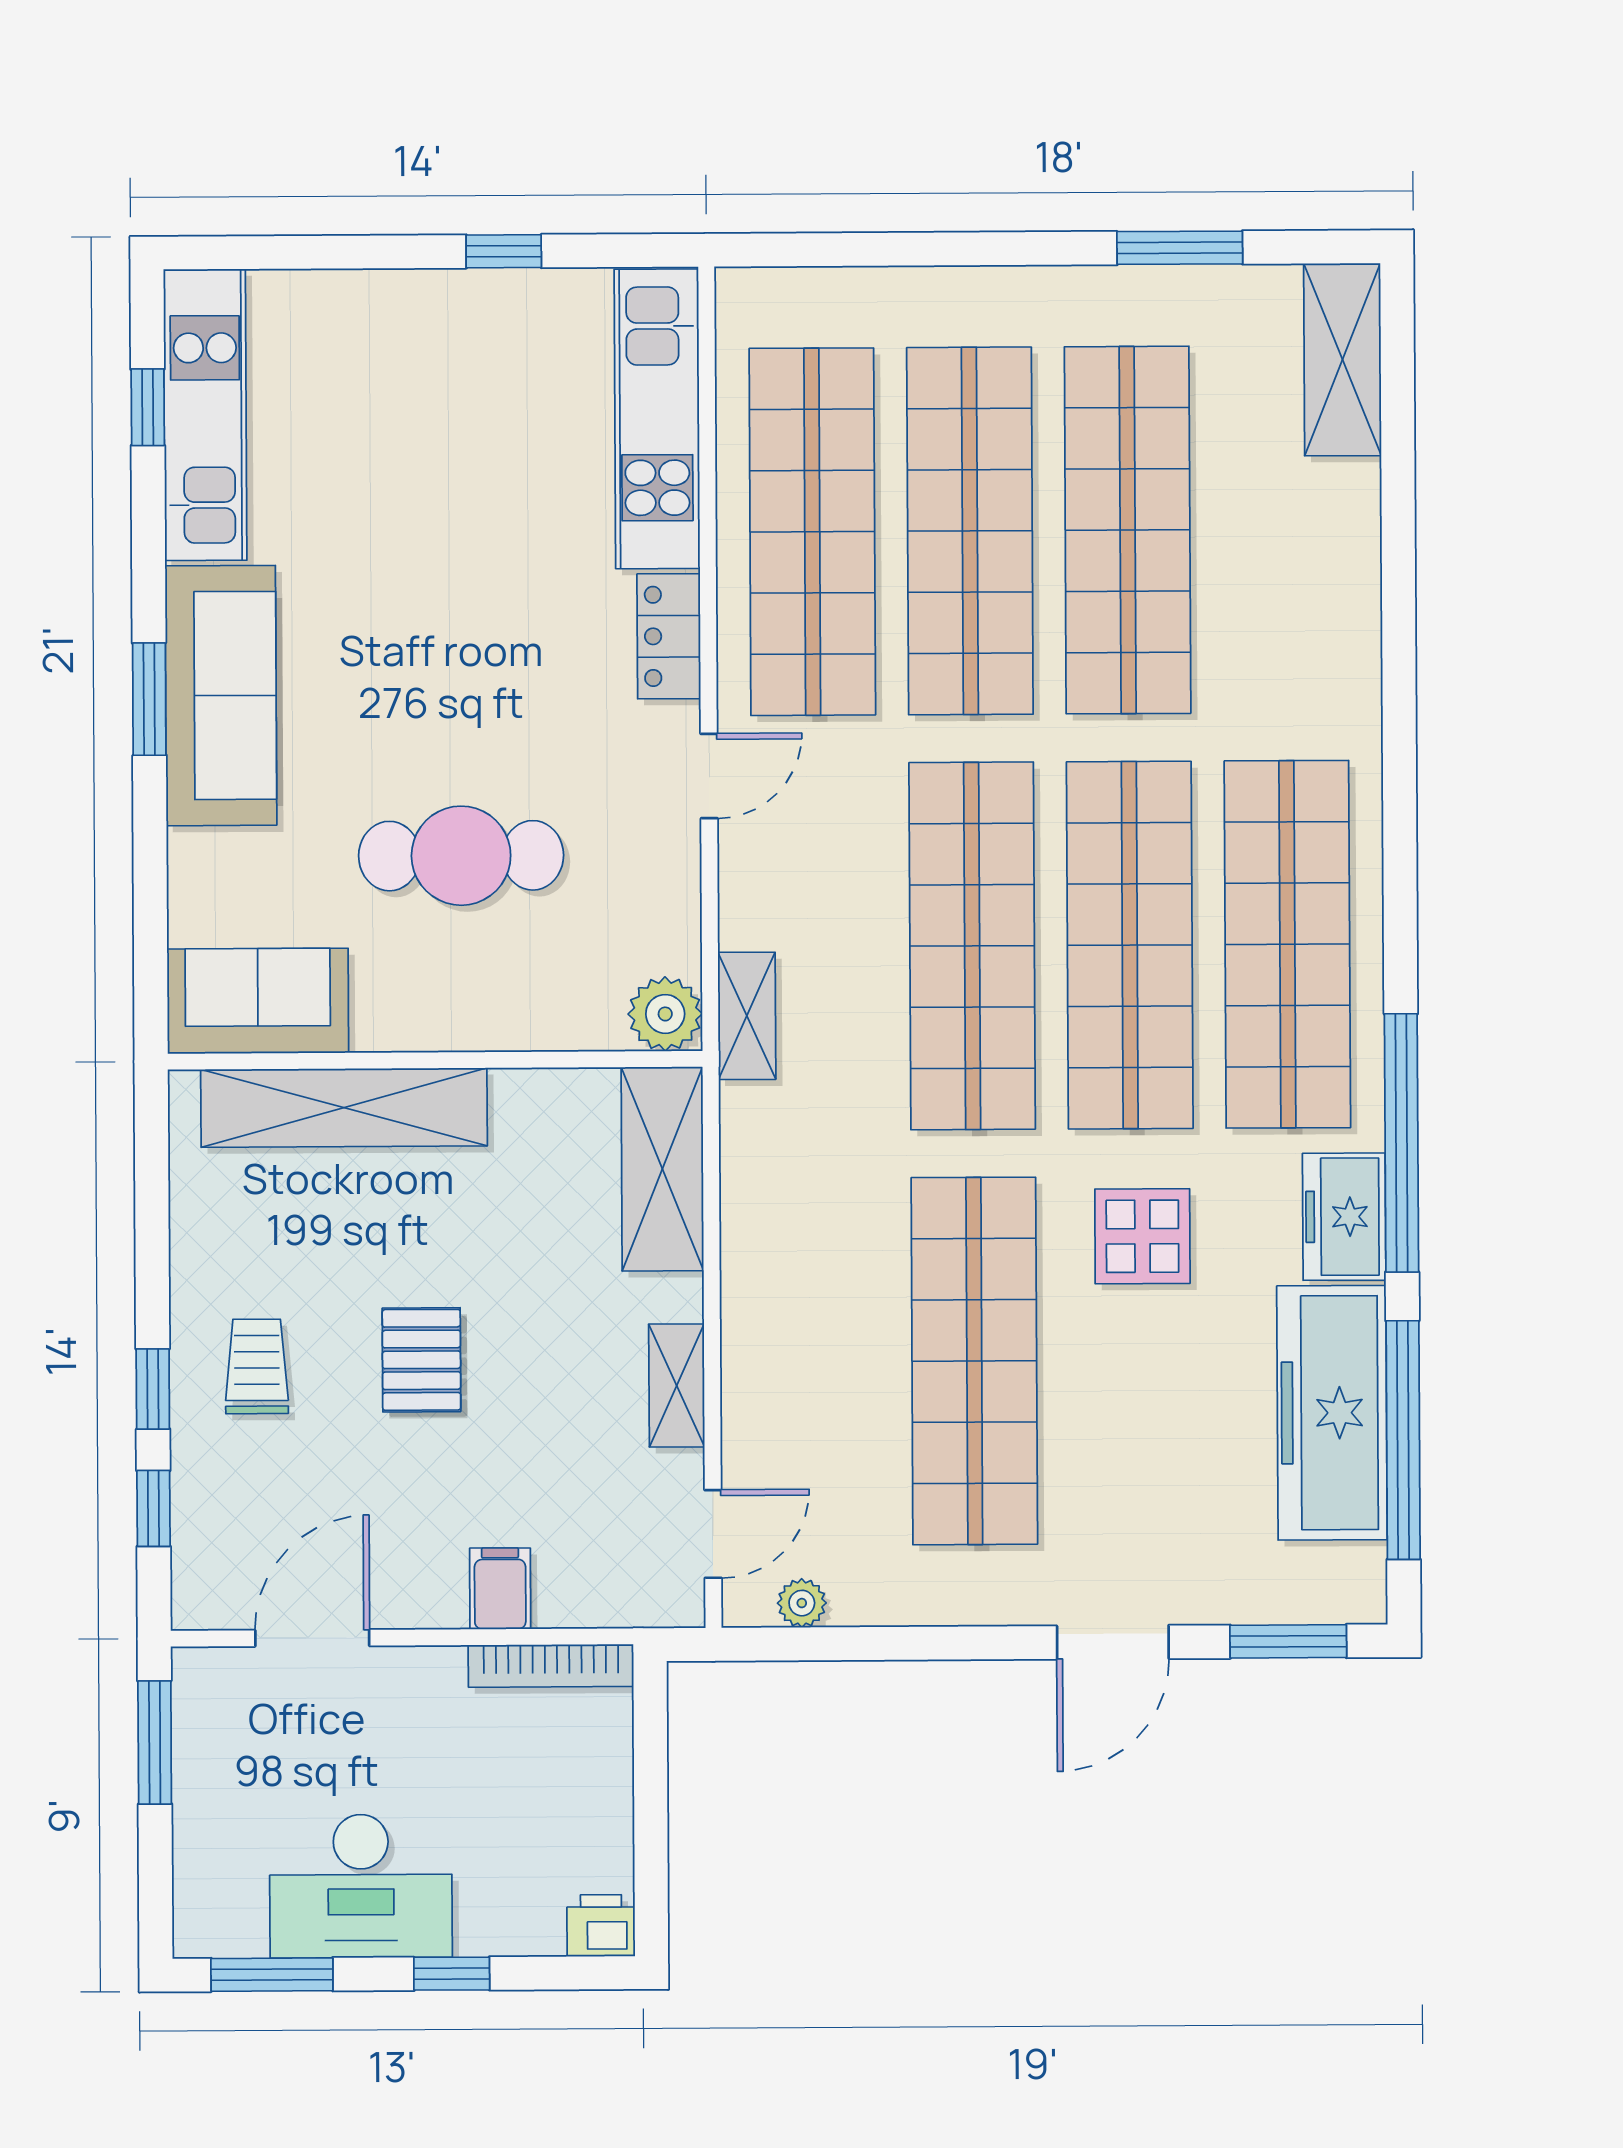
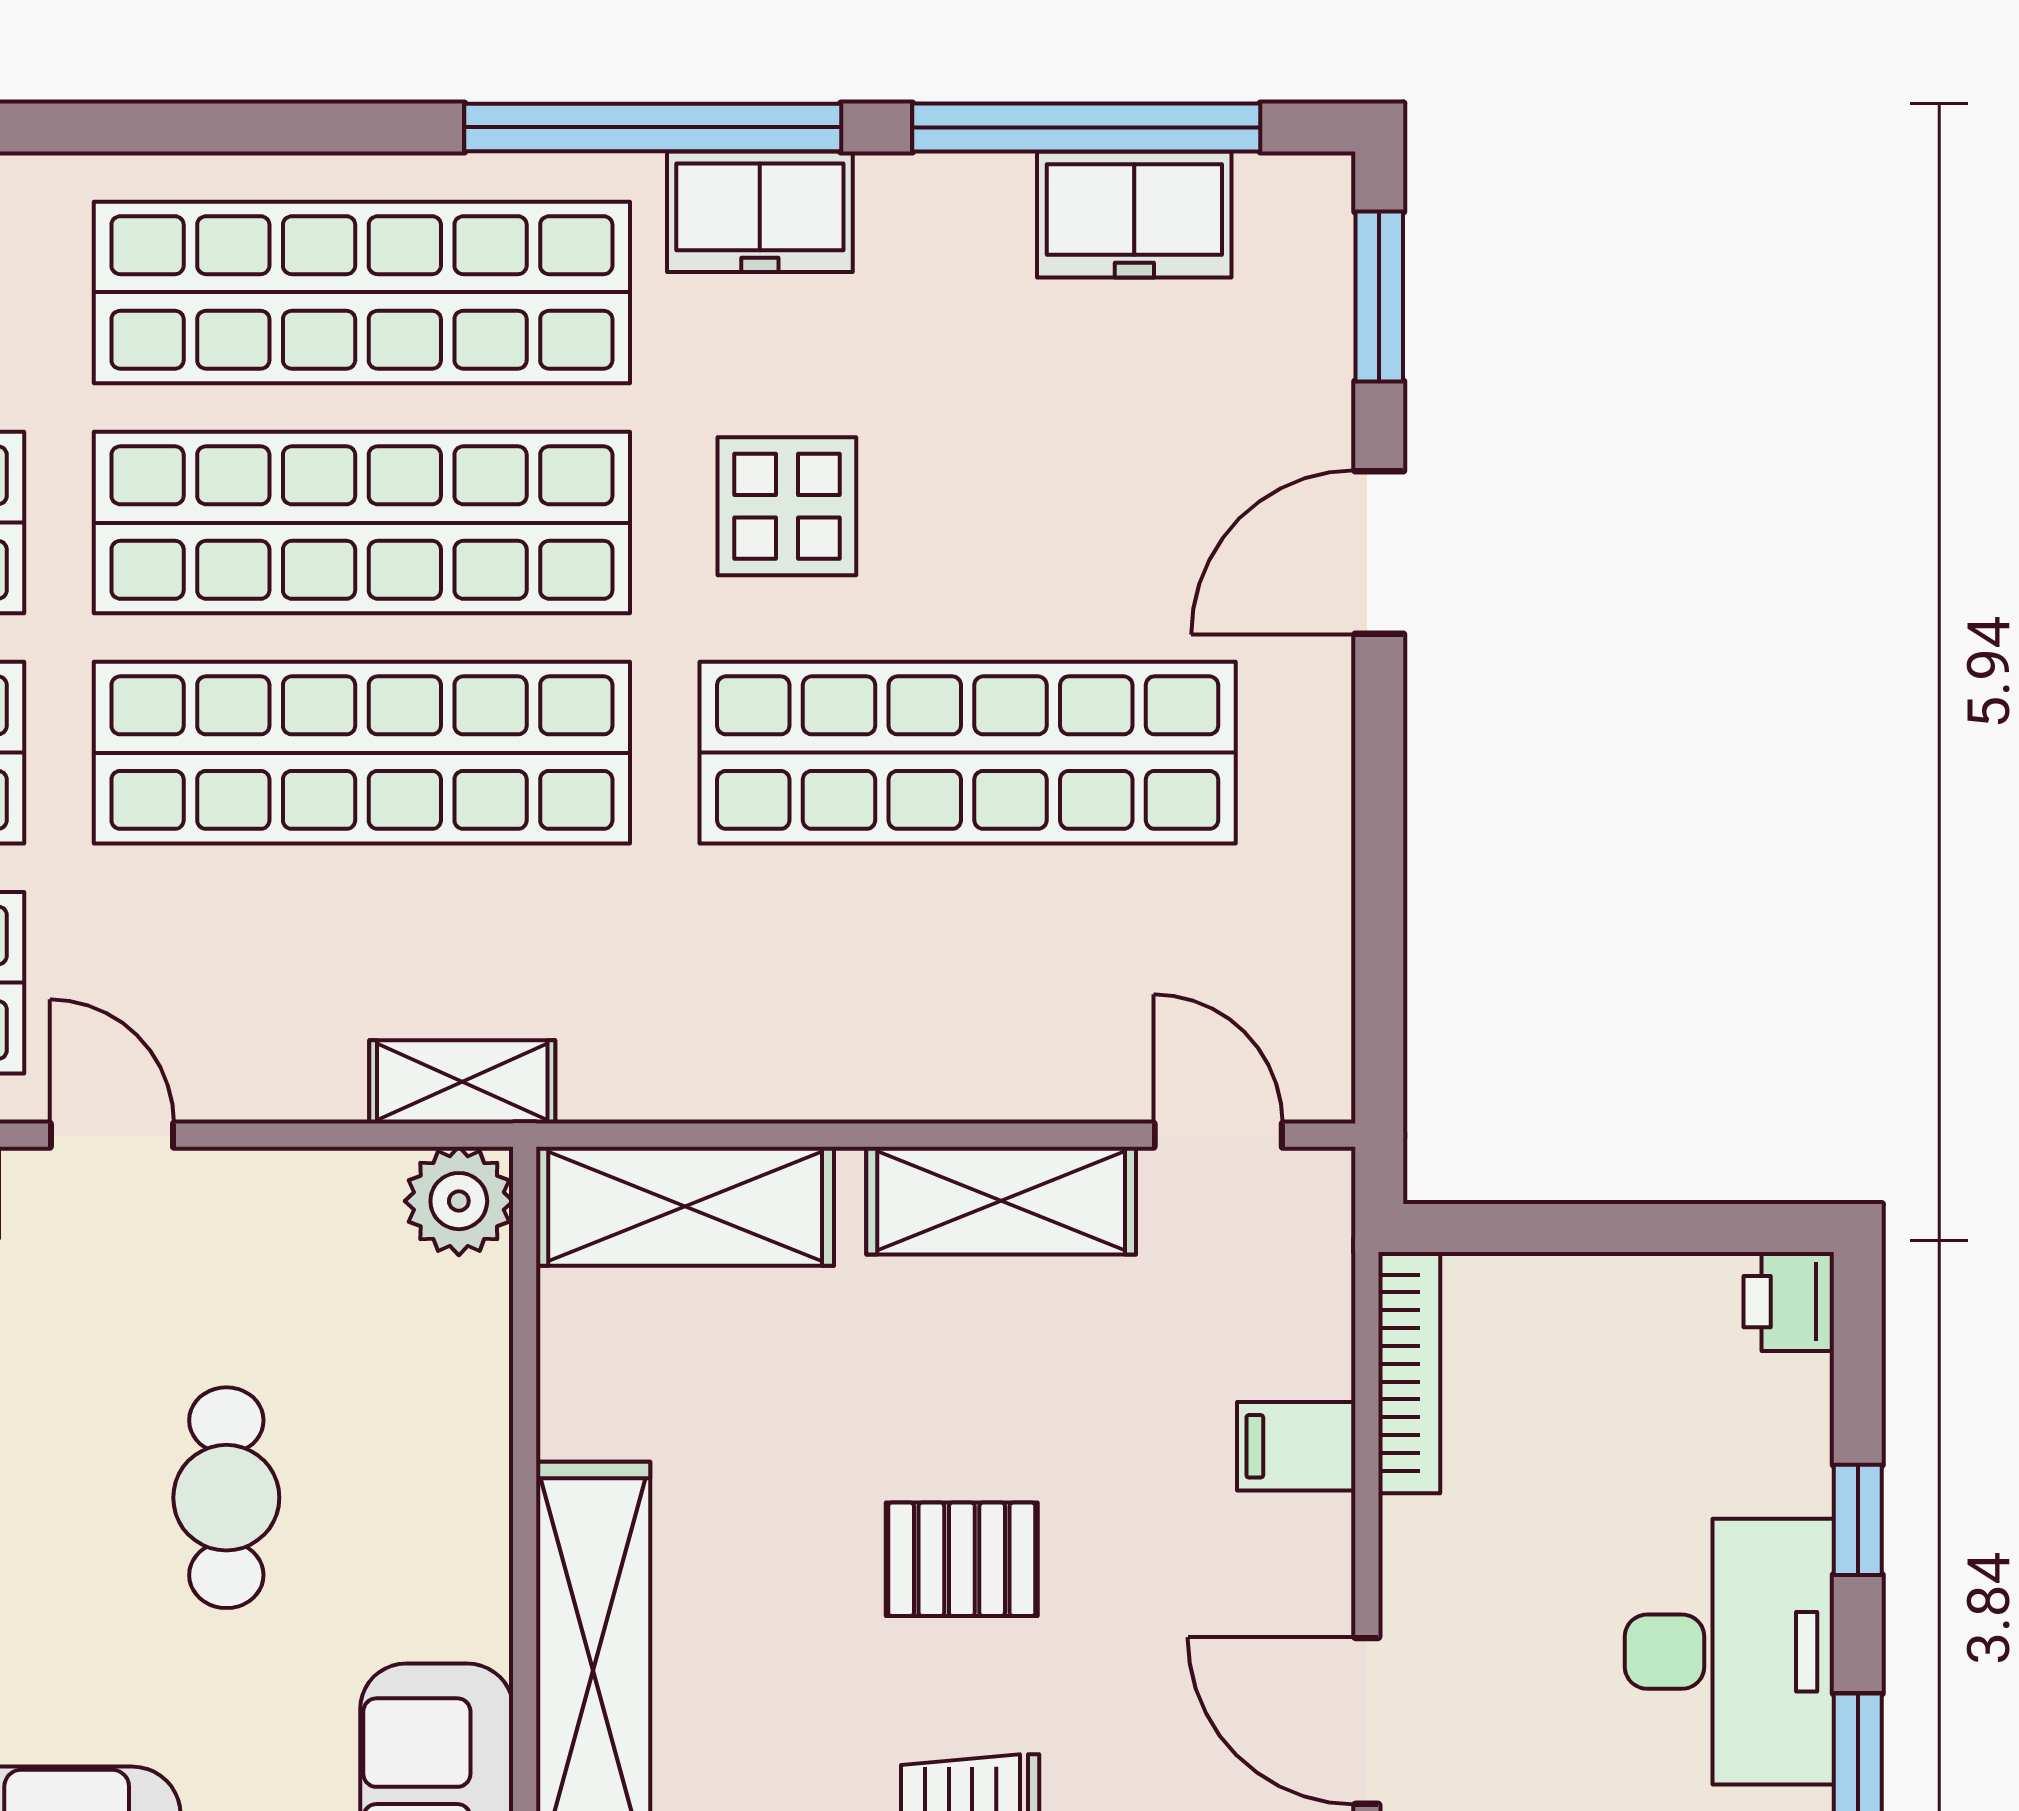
cafe table: (461, 856) -> (226, 1498), width x0.73, depth x0.74
shelving: (677, 1385) -> (1001, 1201), width x1.50, depth x1.33
freezer: (1332, 1413) -> (1134, 215), width x0.52, depth x0.79
plant: (802, 1603) -> (1320, 1006), removed
door: (1113, 1642) -> (1379, 552), swing flipped

